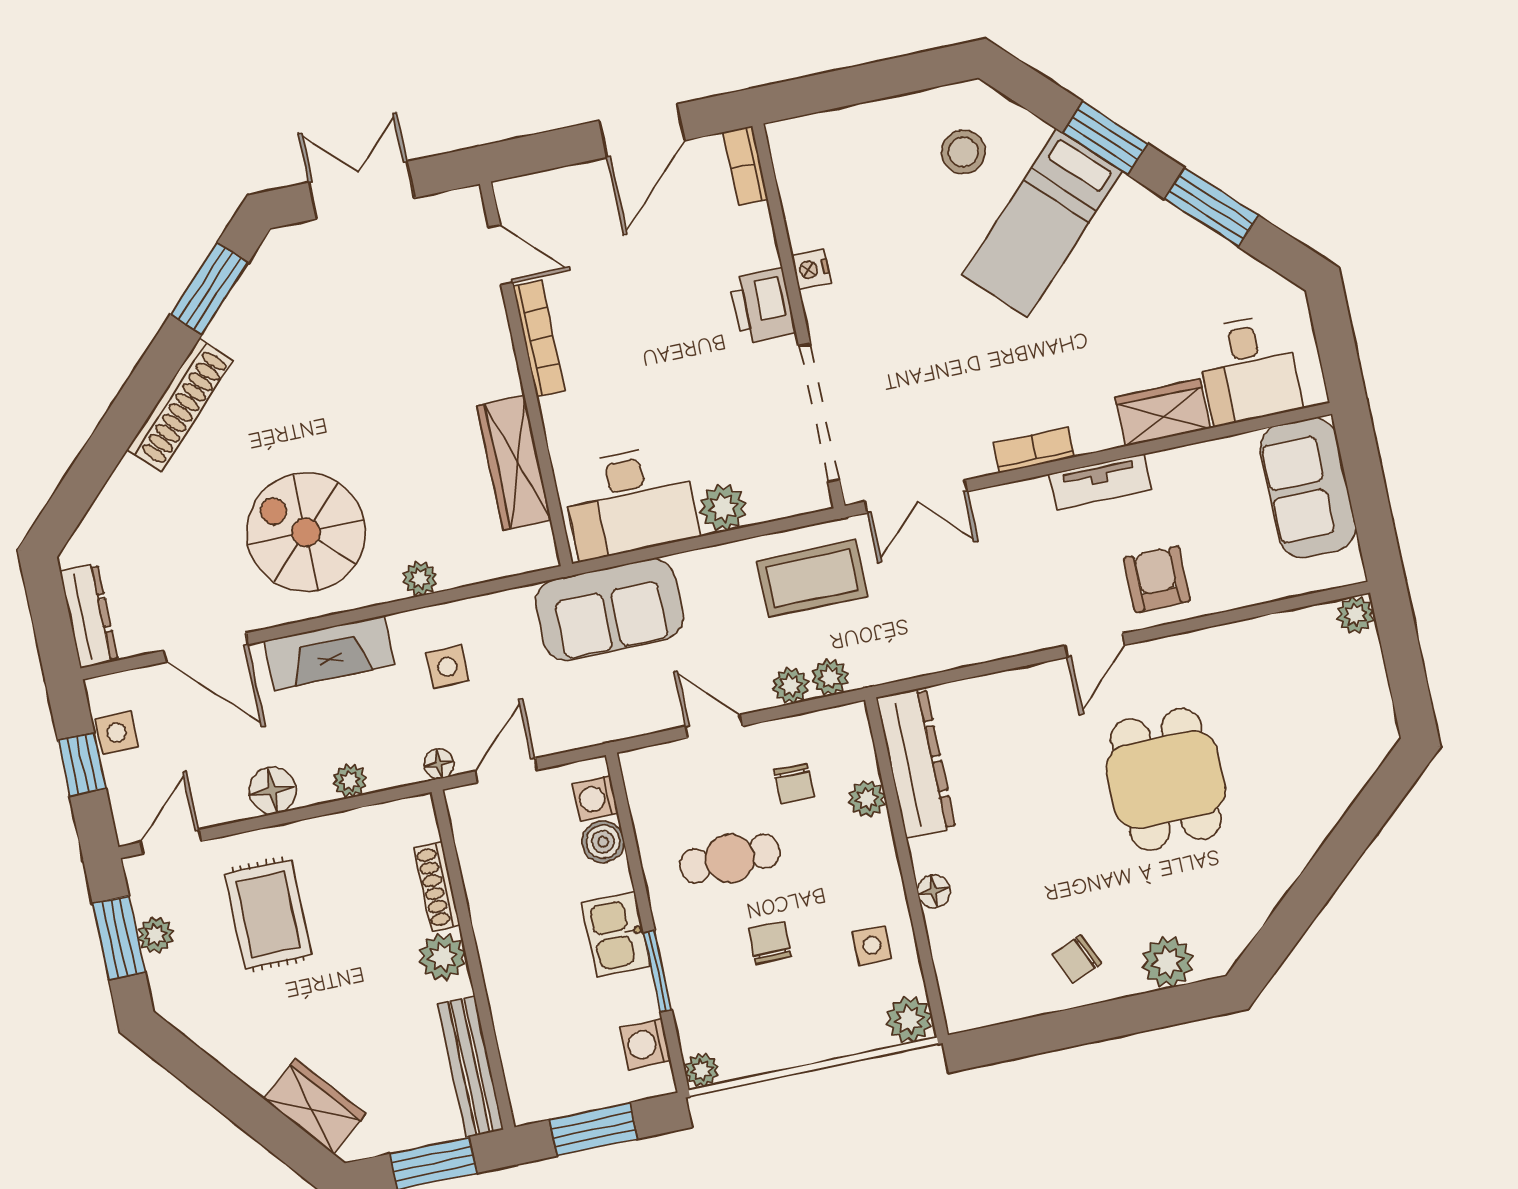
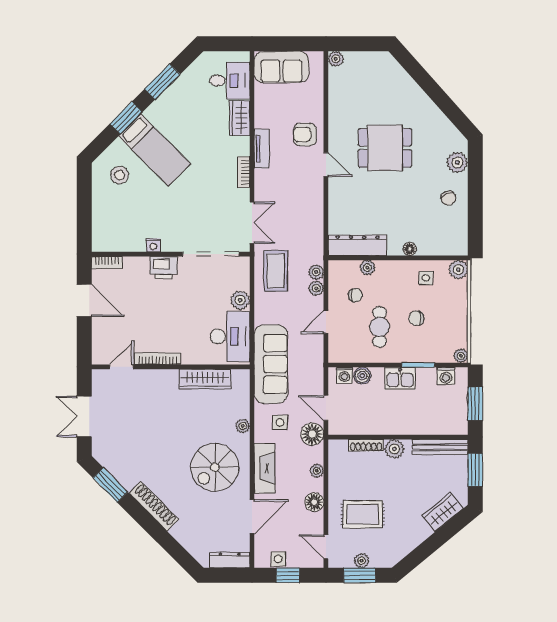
sofa: (609, 609) -> (271, 364), width x1.36
floor lamp: (439, 764) -> (312, 434), width x1.89, depth x1.89

